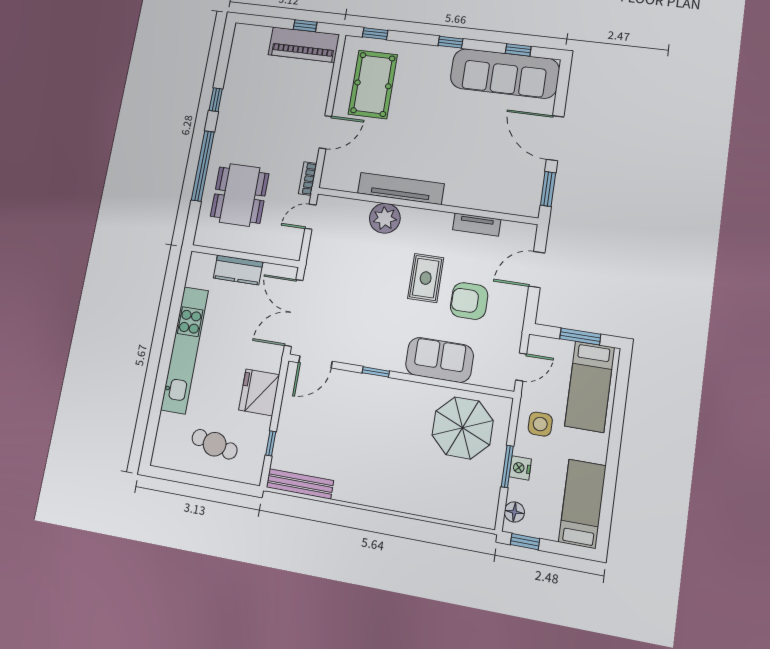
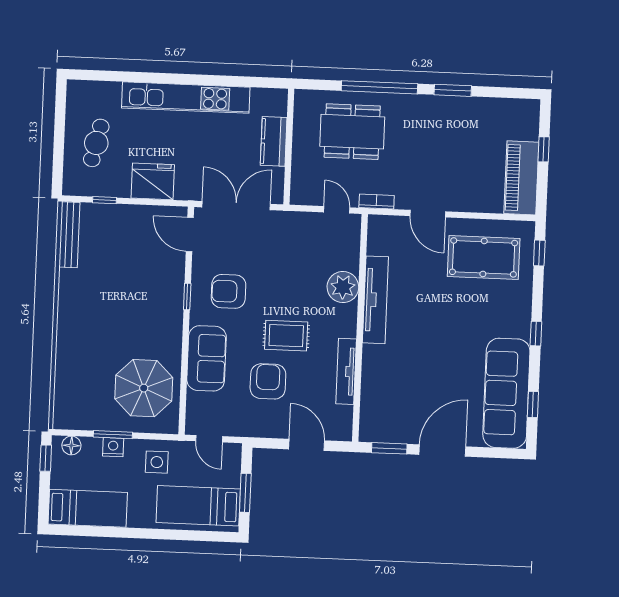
window: (305, 26) -> (544, 149), moved
window: (216, 100) -> (453, 90), width x1.50
tv unit: (477, 225) -> (346, 371), width x1.41
armchair: (376, 330) -> (229, 291), added

